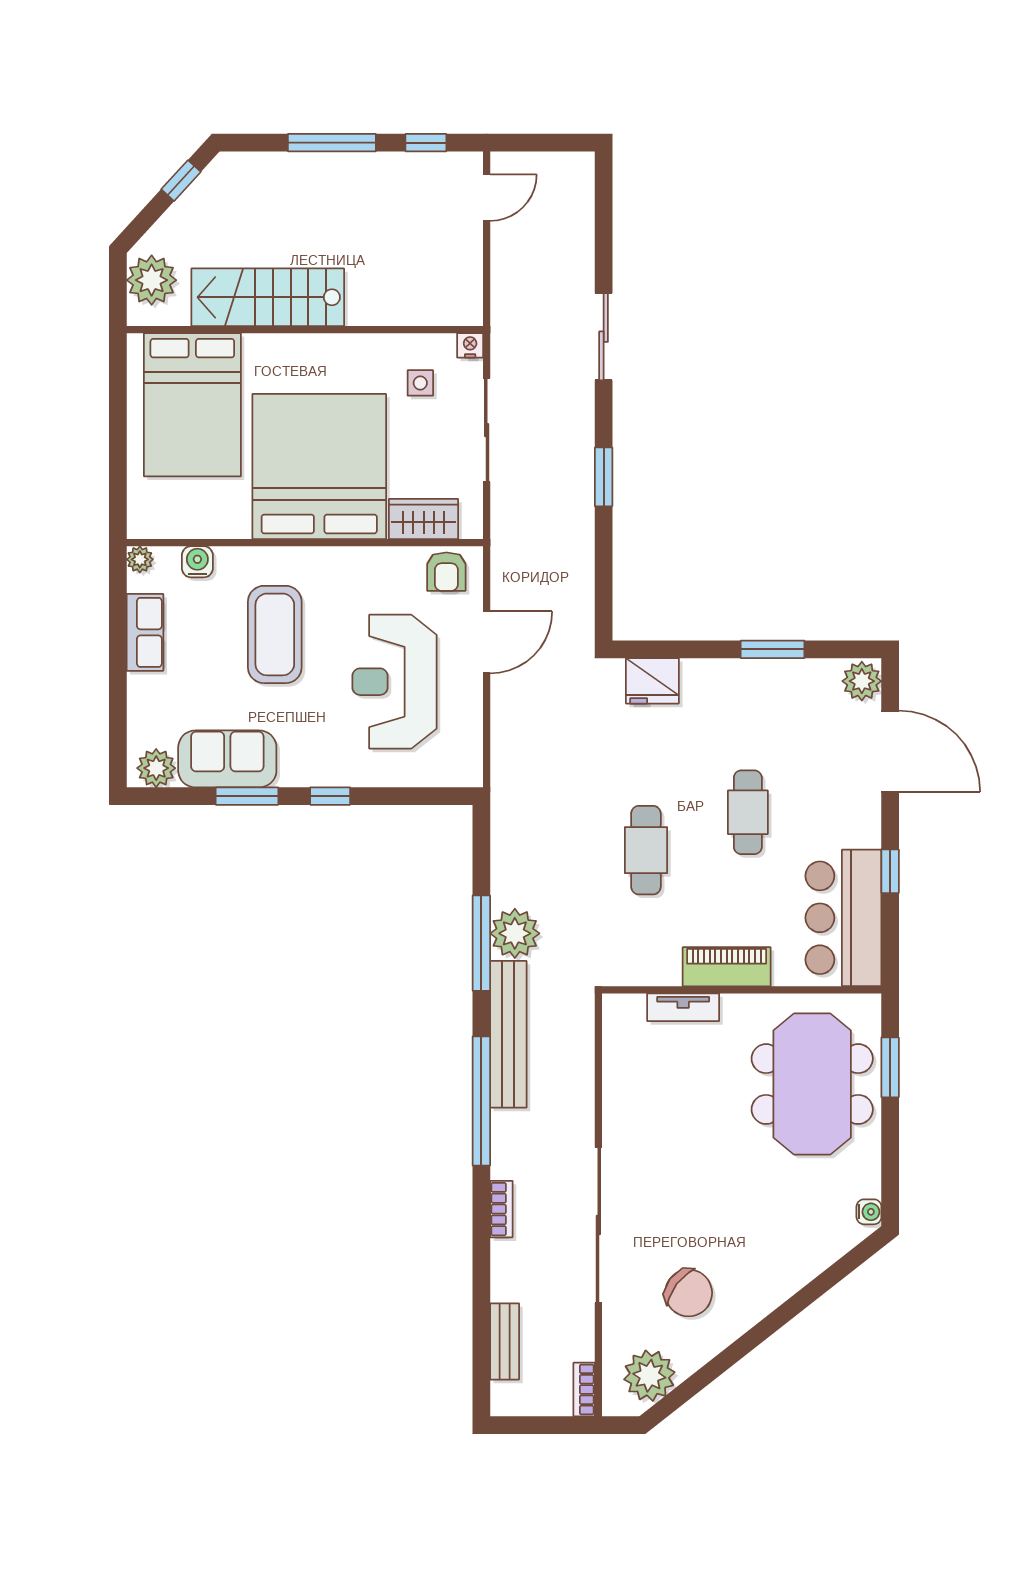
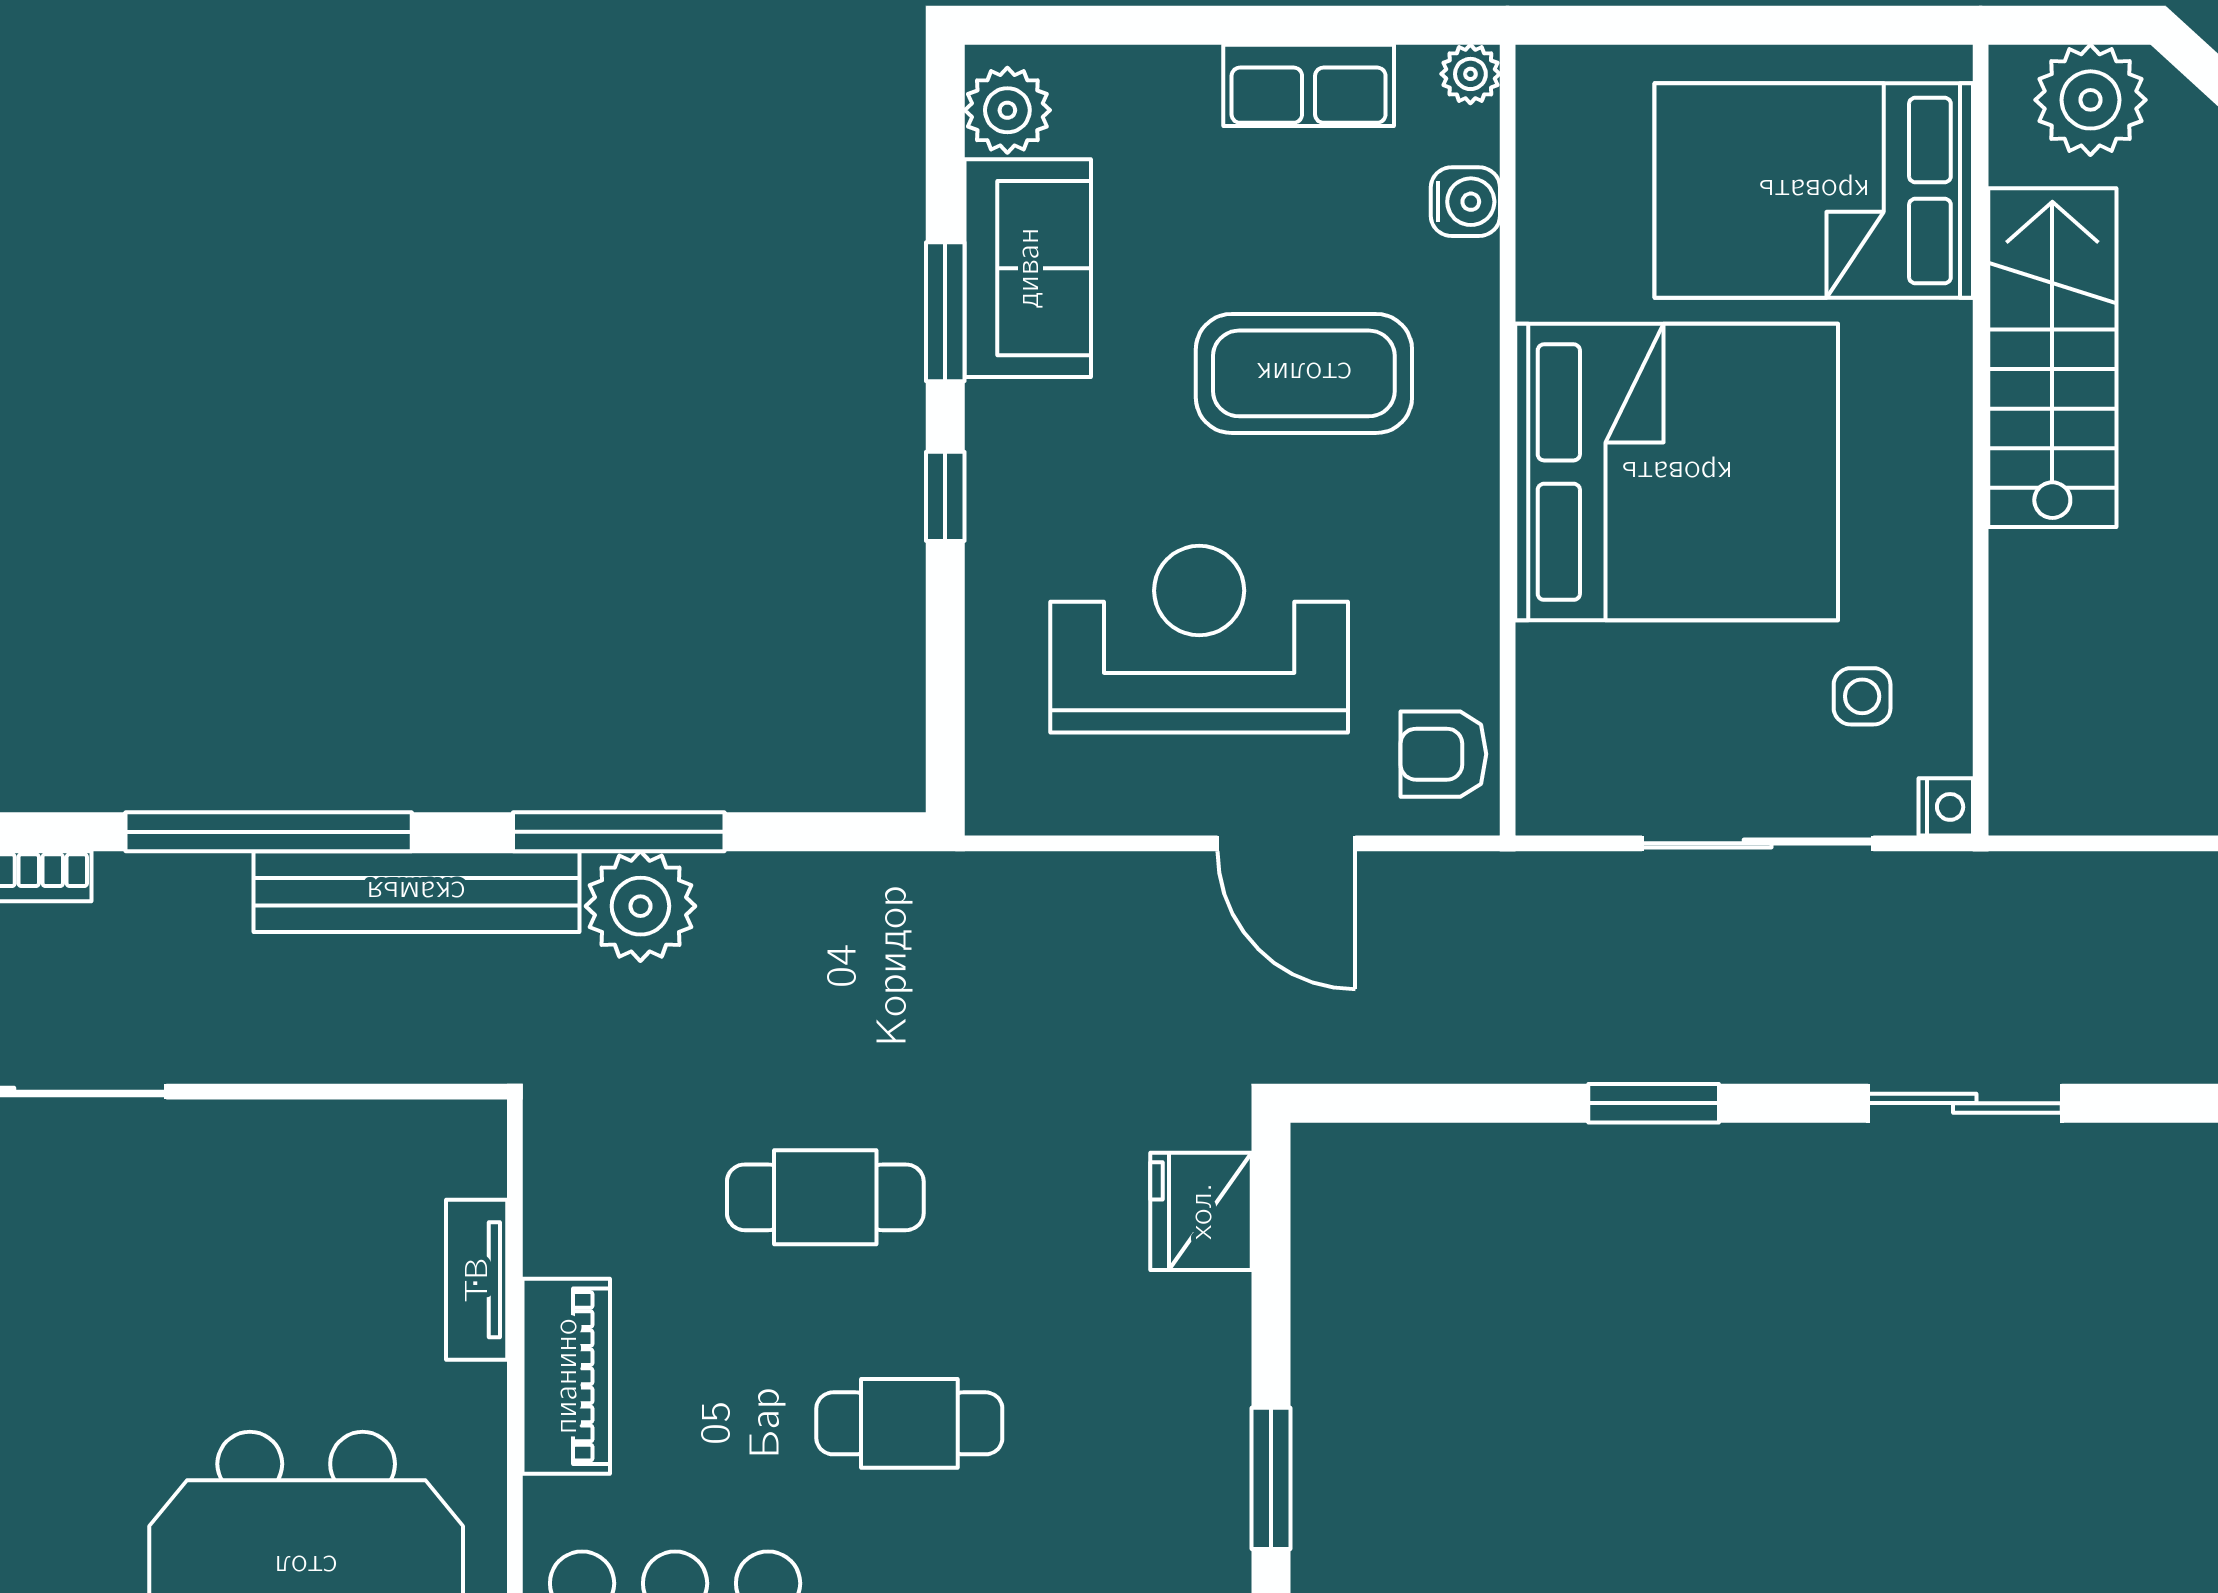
wardrobe: (424, 519) -> (1560, 704), removed

